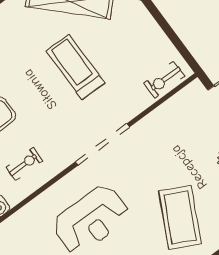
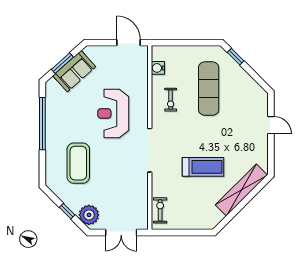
coffee table: (180, 218) -> (78, 163), turned 63

